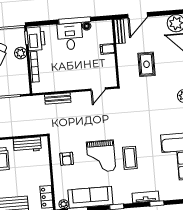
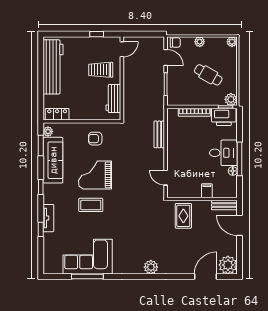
plant: (21, 53) -> (231, 99), moved
rug: (147, 64) -> (183, 216), moved, turned 90

